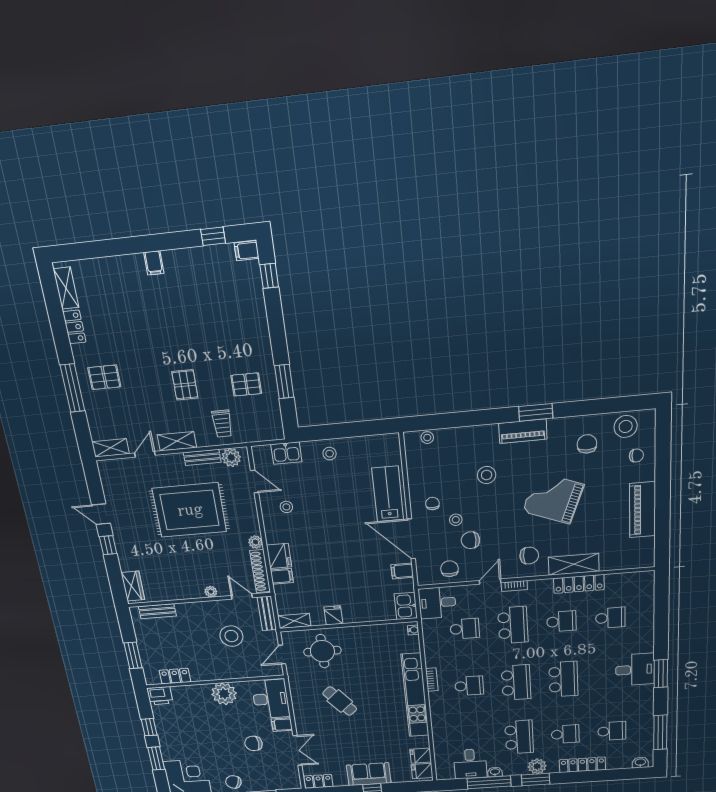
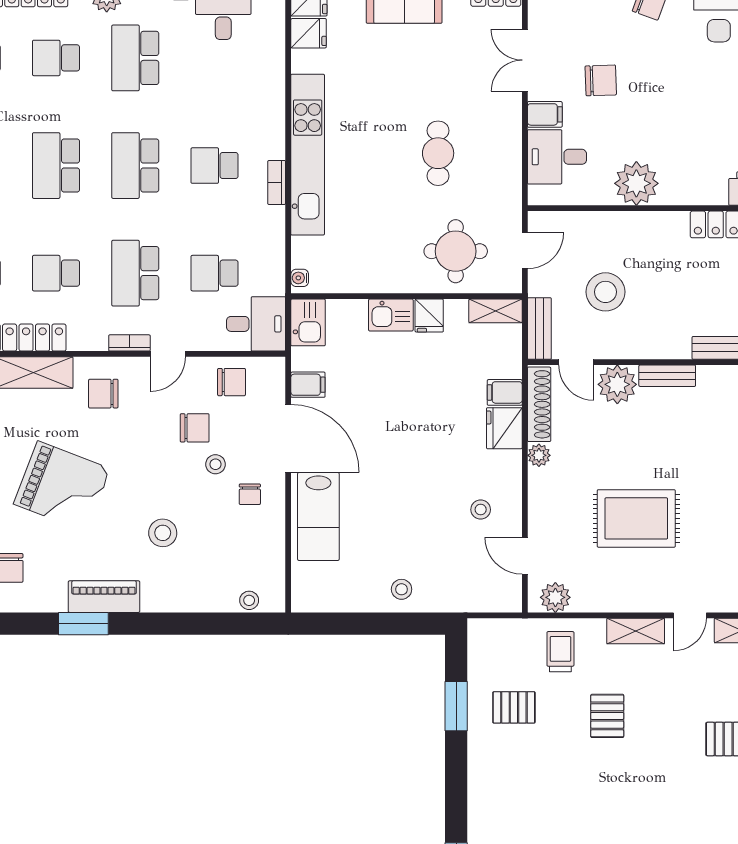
kitchen sink: (286, 453) -> (391, 315), moved, turned 180
bench: (202, 457) -> (667, 376), moved
rug: (190, 510) -> (636, 518), width x0.73, depth x0.69
chair: (450, 569) -> (232, 382), turned -90
plant: (211, 592) -> (617, 384), width x1.87, depth x1.87
desk: (271, 699) -> (557, 157), width x0.73
cafe table: (340, 701) -> (438, 153), turned 41

